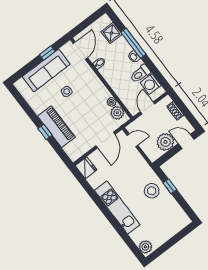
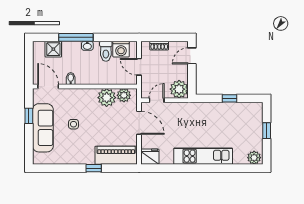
plant: (111, 102) -> (107, 98), width x1.87, depth x1.87
piano: (56, 127) -> (116, 155), moved
plant: (165, 142) -> (179, 89), moved
window: (170, 186) -> (230, 98), moved
stool: (152, 191) -> (211, 116), removed
window: (173, 241) -> (267, 131), added

